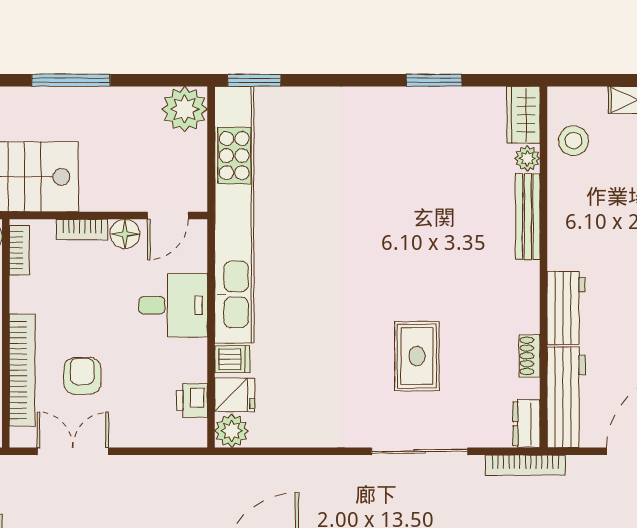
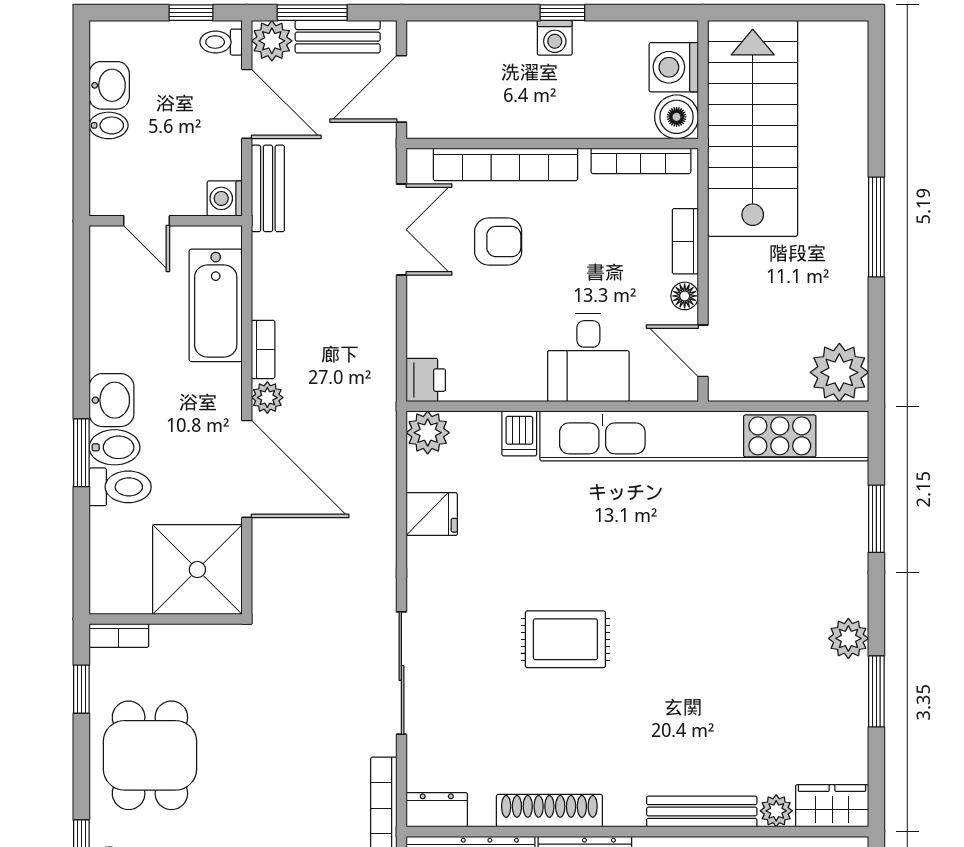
window: (254, 80) -> (876, 519), moved
plant: (393, 102) -> (848, 638), added
floor lamp: (125, 234) -> (685, 296), width x0.73, depth x0.73
bookcase: (19, 250) -> (641, 161), width x1.56
rug: (417, 356) -> (565, 639), moved
shoe rack: (530, 356) -> (549, 811), width x1.94, depth x1.24
fridge: (235, 395) -> (432, 514), moved, turned -90
printer: (192, 401) -> (426, 380), moved, turned 90

